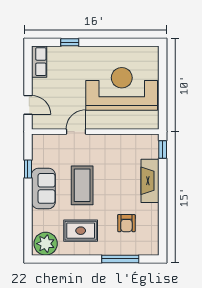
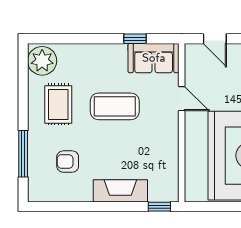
door: (28, 105) -> (215, 39), hinge flipped
sofa: (43, 188) -> (154, 58), moved

